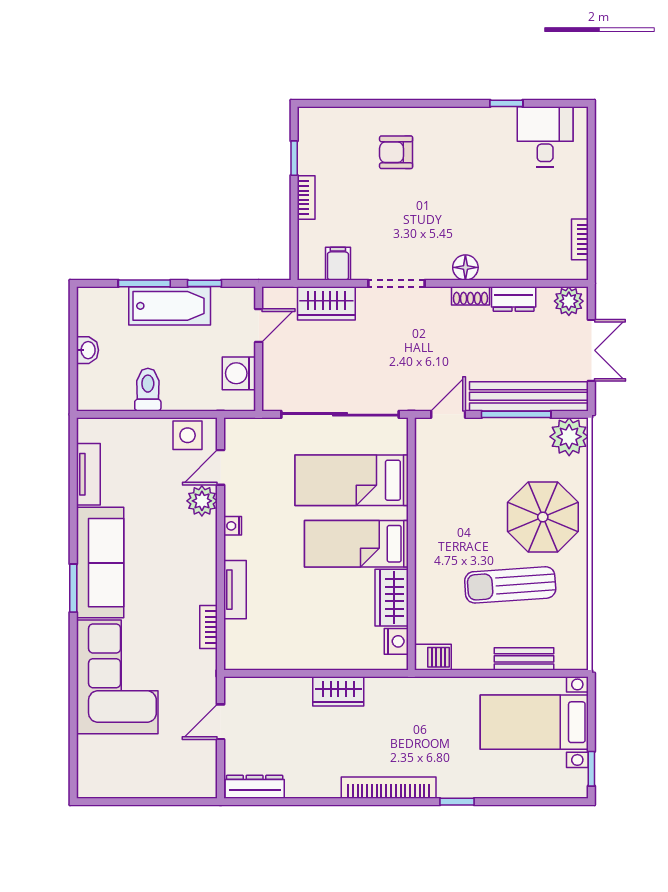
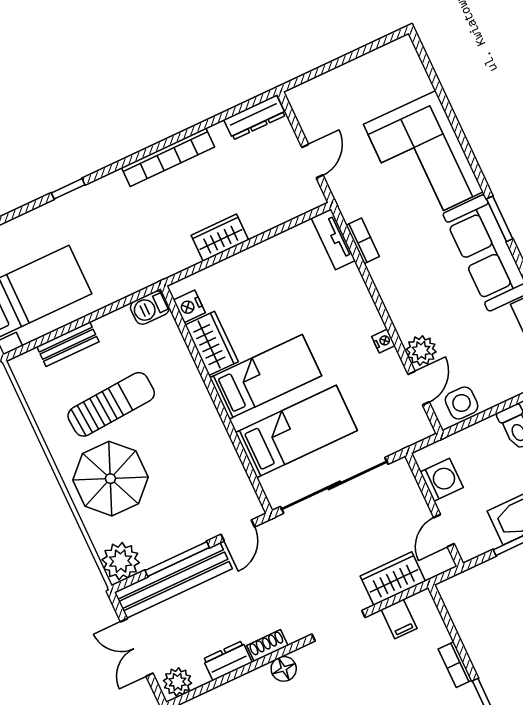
tv unit: (235, 590) -> (333, 239), moved
bookcase: (389, 788) -> (168, 157), moved

